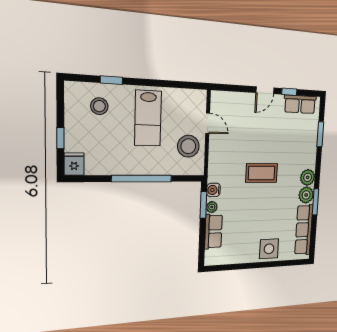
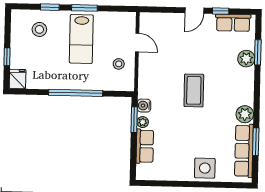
window: (151, 83) -> (84, 8), added
stool: (188, 146) -> (119, 64), width x0.53, depth x0.53
coffee table: (262, 173) -> (194, 90), turned 90
plant: (308, 177) -> (246, 59), moved
window: (316, 202) -> (256, 142), moved

